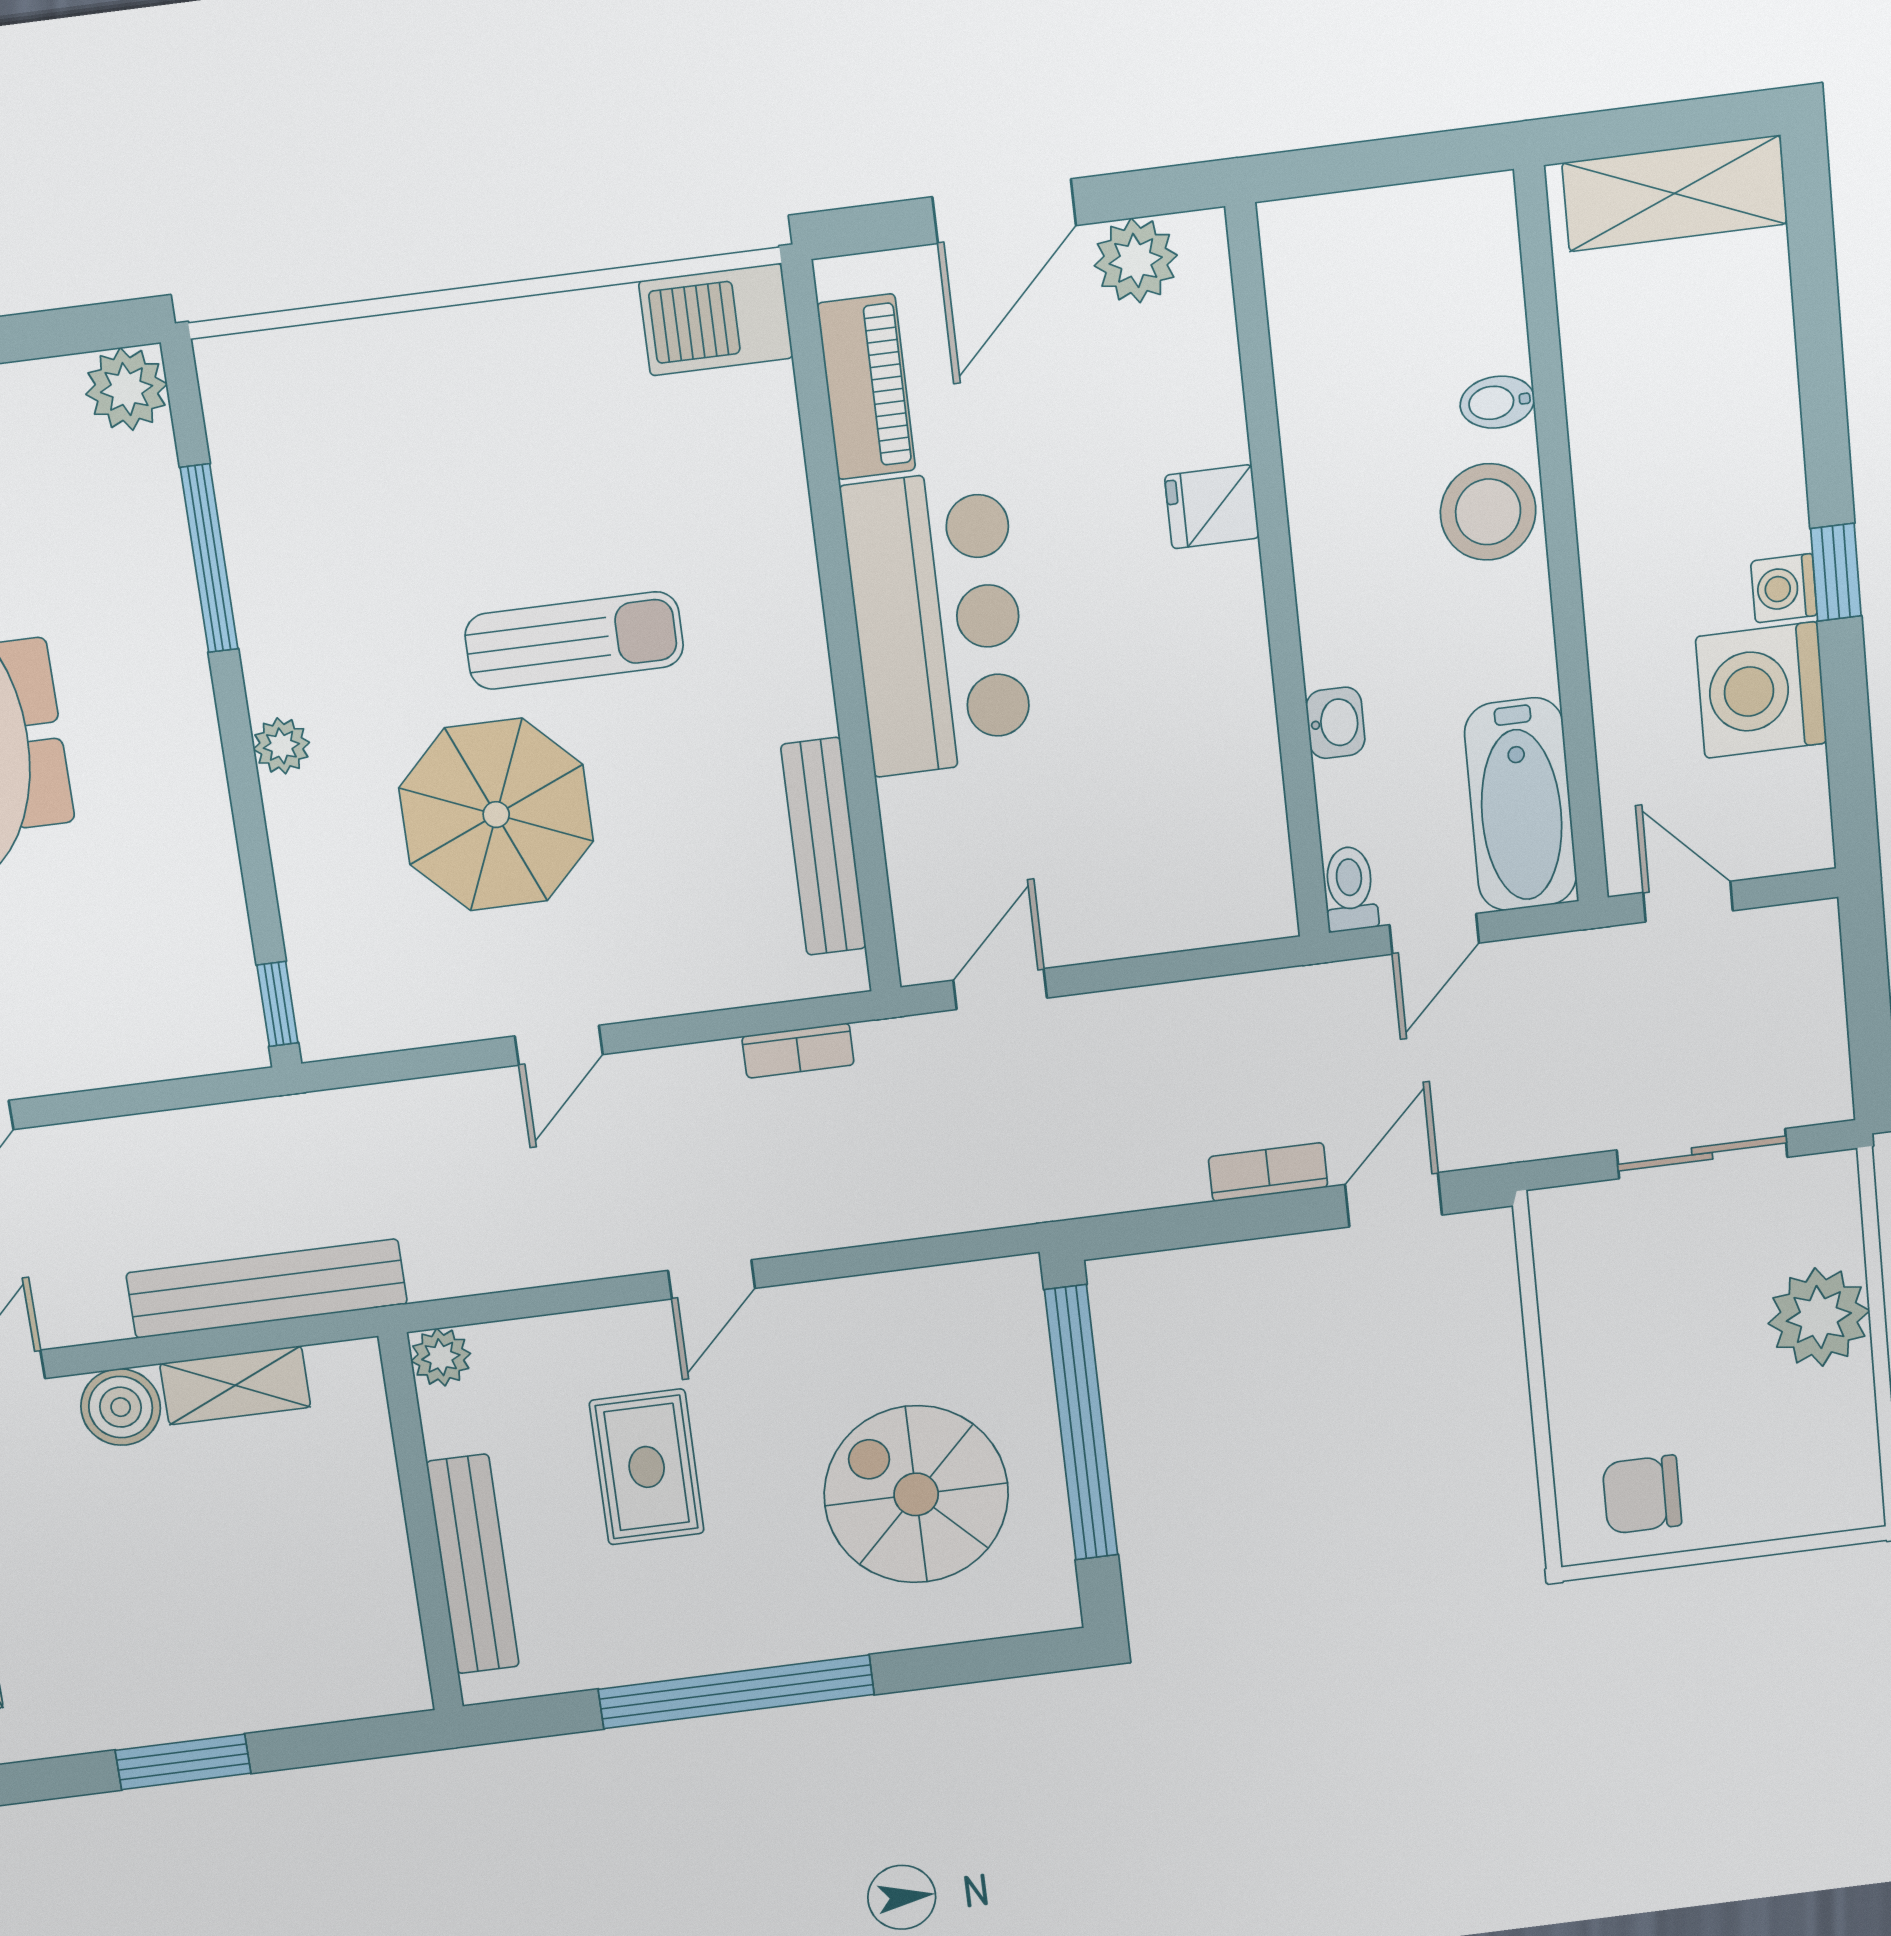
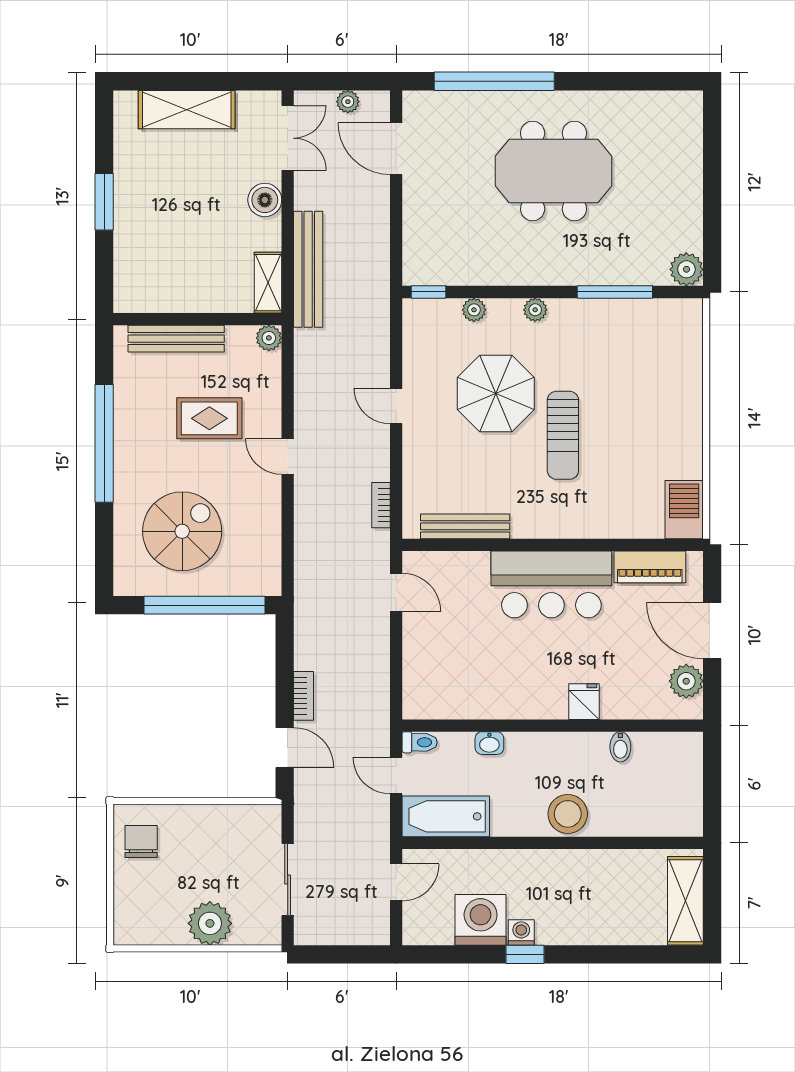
bidet: (1497, 402) -> (620, 747), moved, turned 180
plant: (304, 892) -> (474, 310), added
shelving: (235, 1385) -> (268, 283), moved

